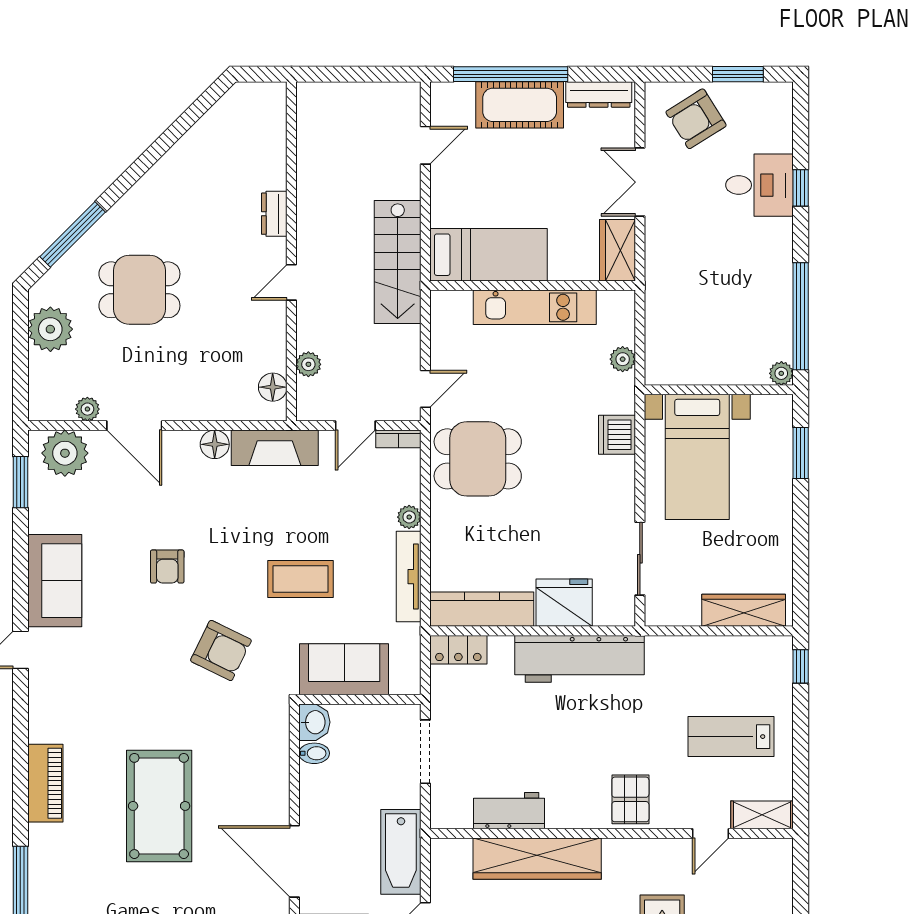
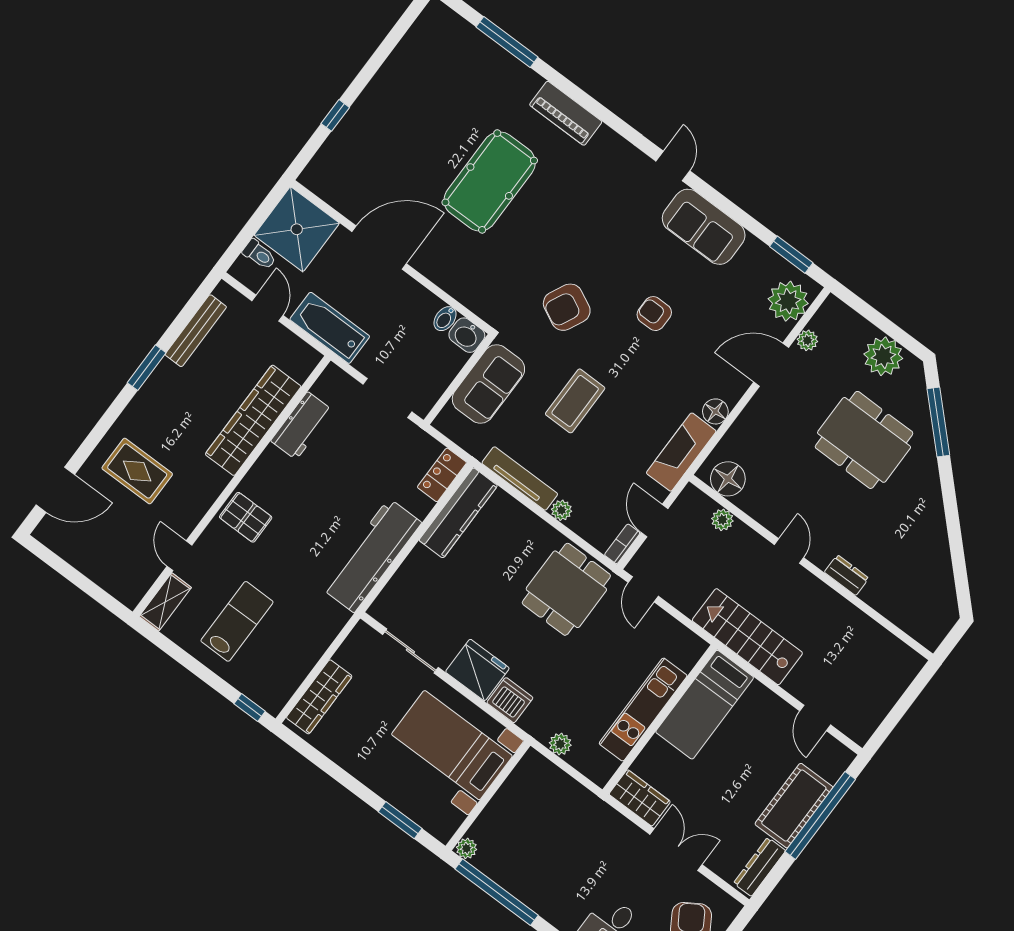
dining table: (139, 290) -> (864, 440), width x1.38
floor lamp: (273, 387) -> (728, 479), width x1.38, depth x1.38
fridge: (564, 603) -> (477, 670), moved, turned -90
pool table: (159, 806) -> (490, 181), turned 90

